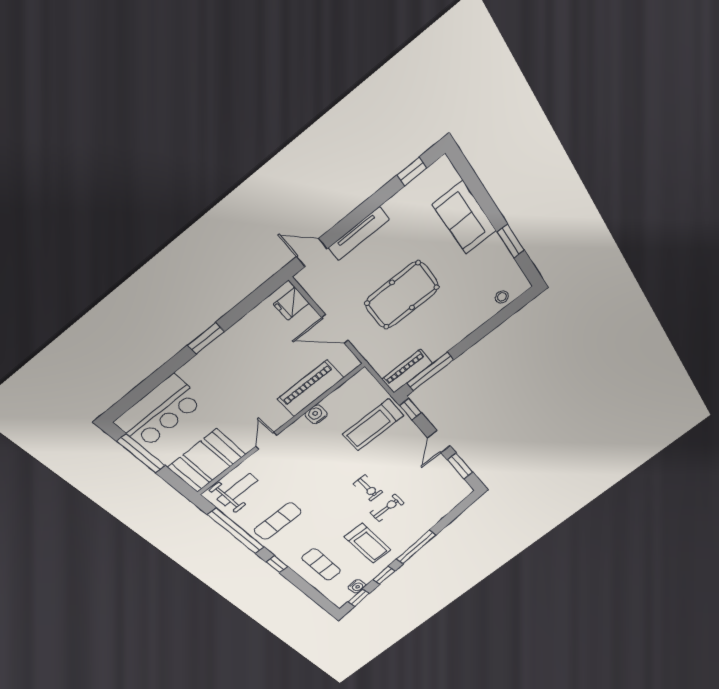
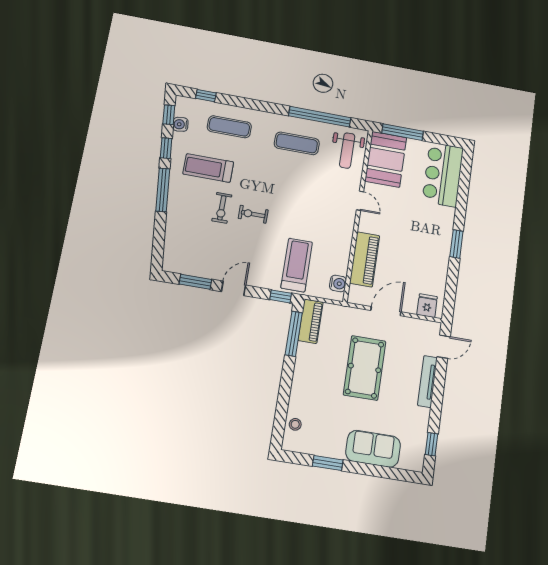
water cooler: (316, 414) -> (338, 283), moved
door: (439, 442) -> (233, 288), hinge flipped
window: (141, 453) -> (403, 132), moved
exercise mat: (278, 521) -> (297, 143), turned 90
window: (277, 564) -> (206, 96), moved

